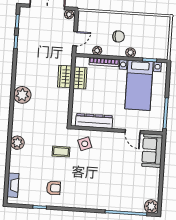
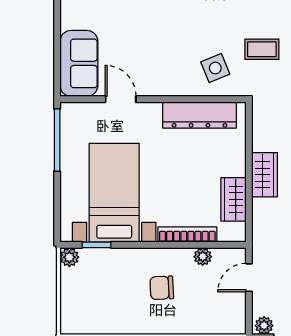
plant: (131, 53) -> (69, 257), moved
wardrobe: (65, 77) -> (265, 175), moved

